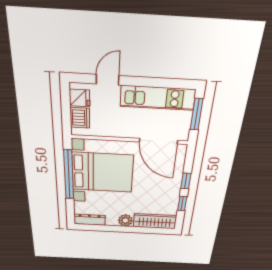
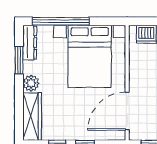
window: (69, 175) -> (61, 21), moved
window: (105, 228) -> (19, 60), added

